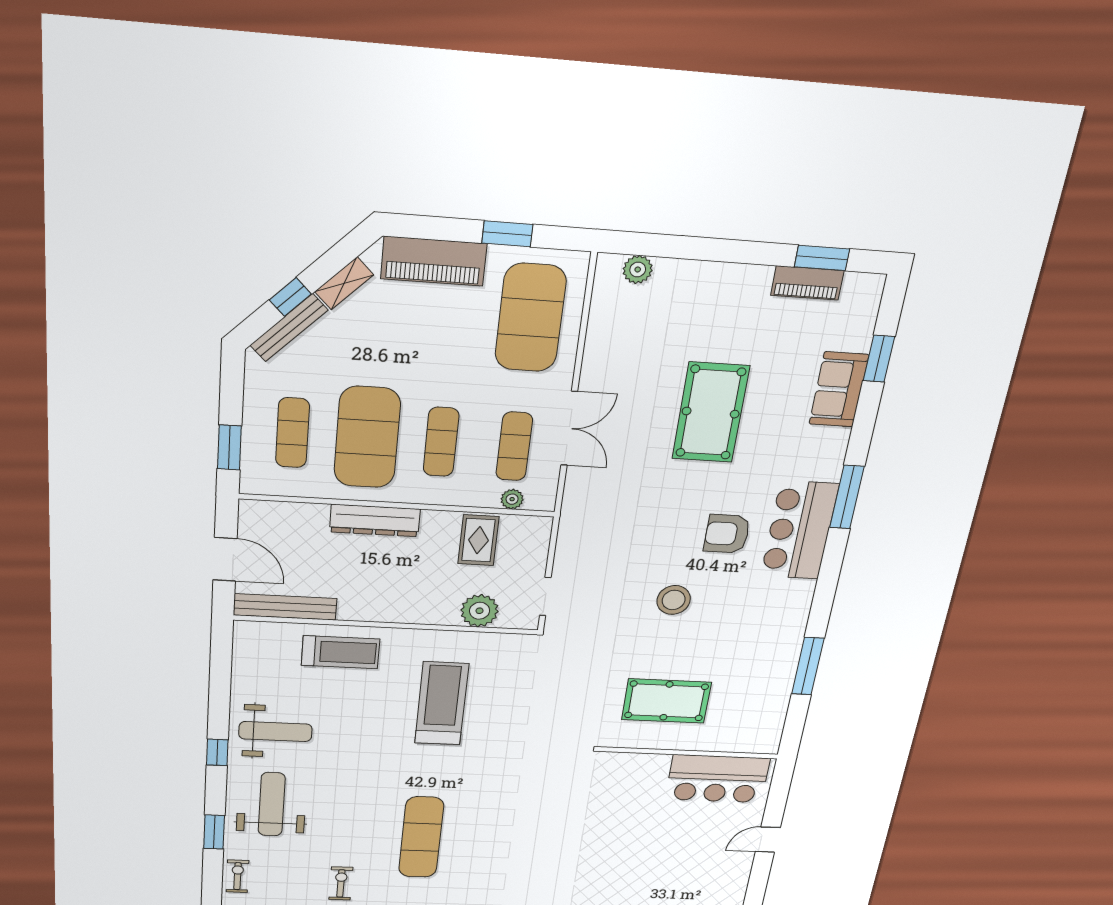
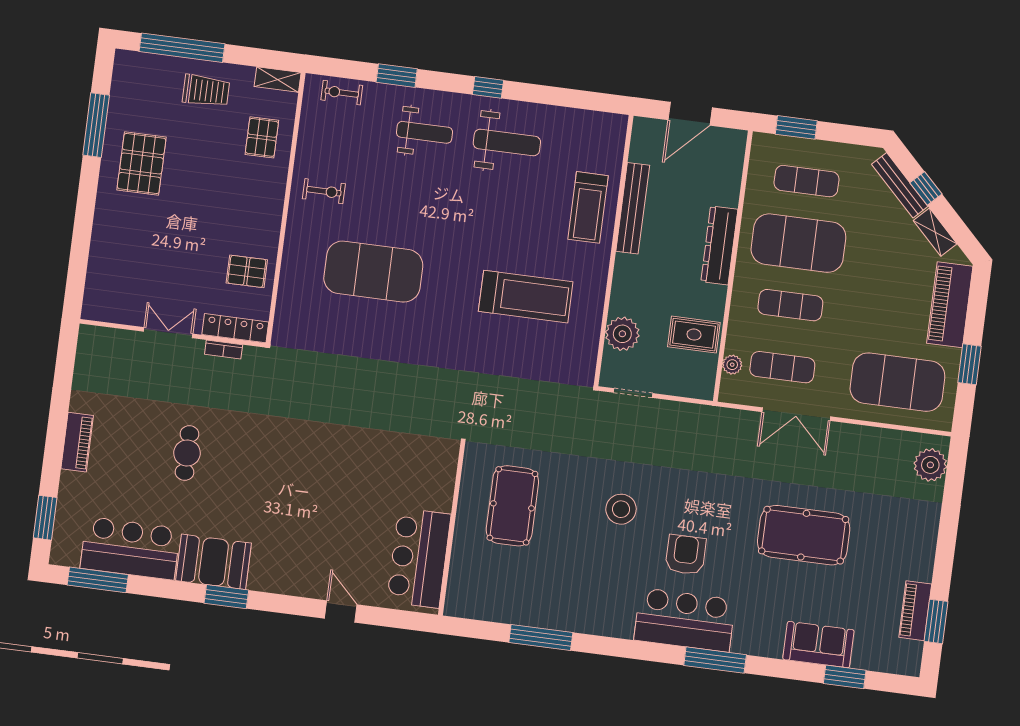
plant: (638, 270) -> (930, 465), width x1.36, depth x1.36
bench: (285, 607) -> (633, 208), moved
weight bench: (275, 732) -> (507, 143), turned -90
weight bench: (272, 804) -> (425, 132), width x0.73, depth x0.75
exercise mat: (421, 837) -> (373, 272), width x1.47
exercise bike: (237, 876) -> (342, 93), turned 180

